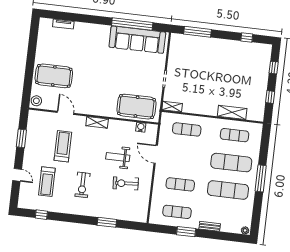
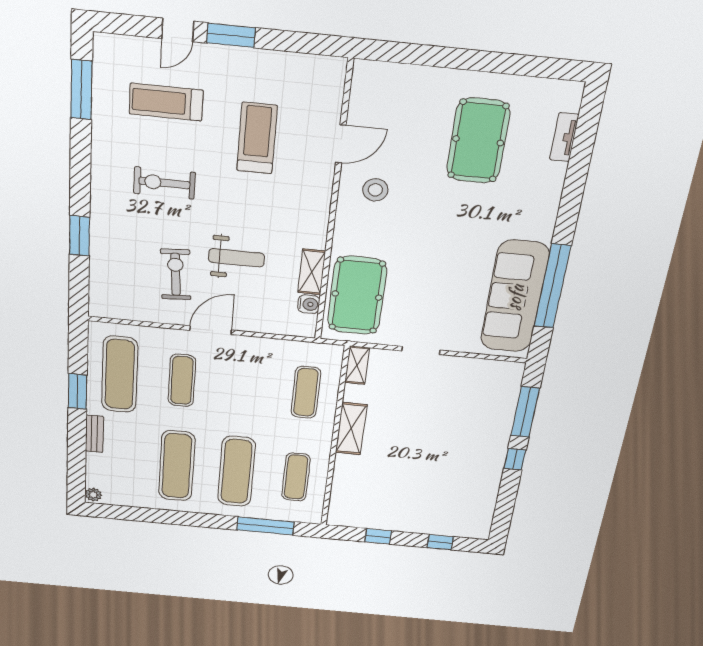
window: (247, 38) -> (515, 459), moved
pool table: (54, 76) -> (478, 141), moved
stool: (36, 101) -> (375, 190), moved
shelving: (232, 112) -> (351, 429), moved
shelving: (97, 122) -> (312, 272), moved
window: (21, 138) -> (231, 35), moved
treadmill: (63, 146) -> (257, 138), turned -90
door: (156, 154) -> (211, 330), moved
weight bench: (118, 157) -> (236, 258), turned 90
window: (261, 178) -> (265, 526), moved
exercise mat: (177, 212) -> (120, 375), width x1.36, depth x1.45
window: (41, 215) -> (81, 90), width x2.17

